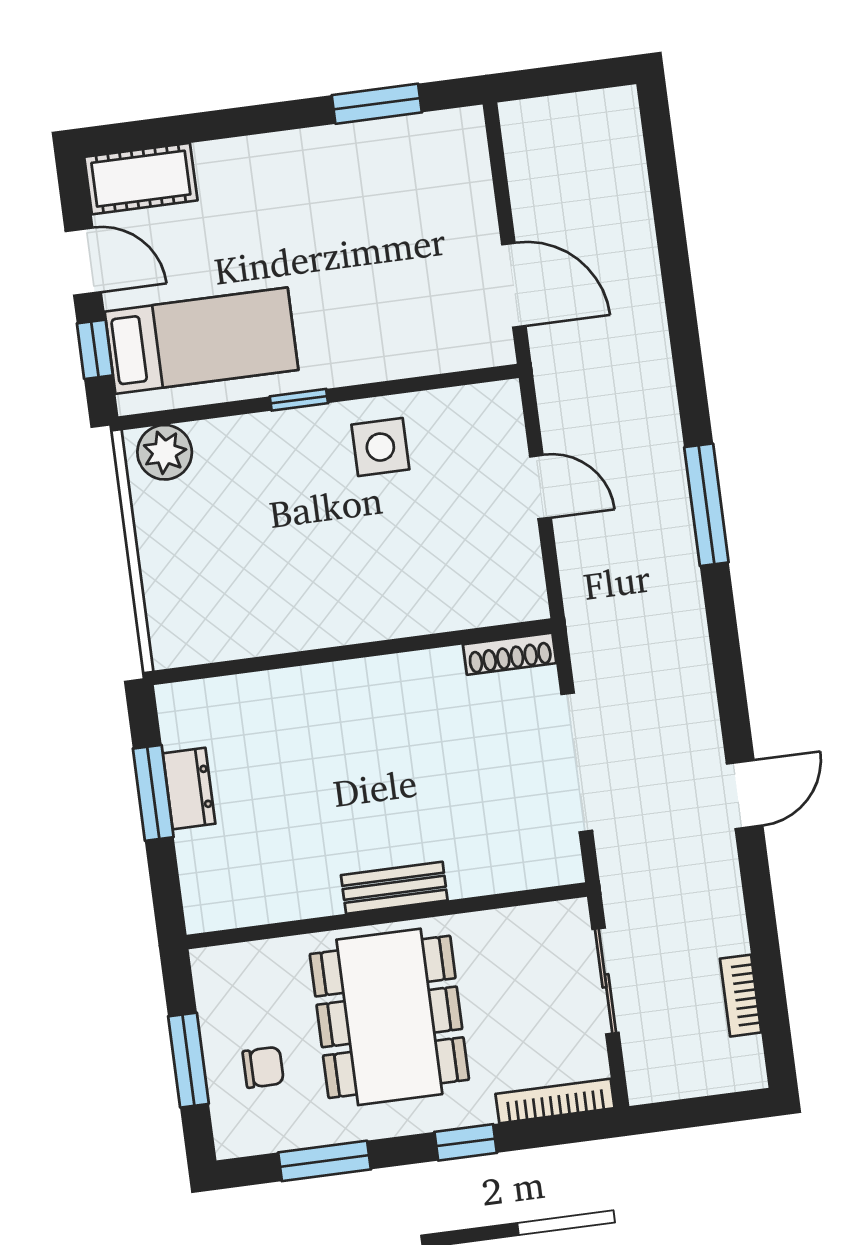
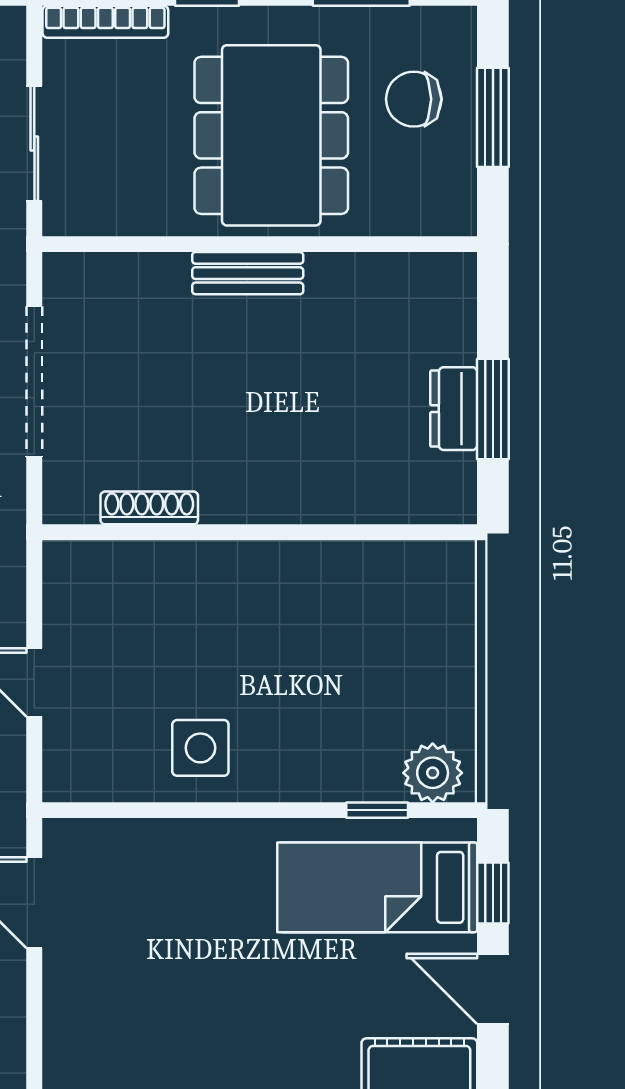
window: (299, 400) -> (377, 810), moved
shoe rack: (510, 654) -> (149, 508), moved
chair: (263, 1067) -> (414, 99), width x1.37, depth x1.37

